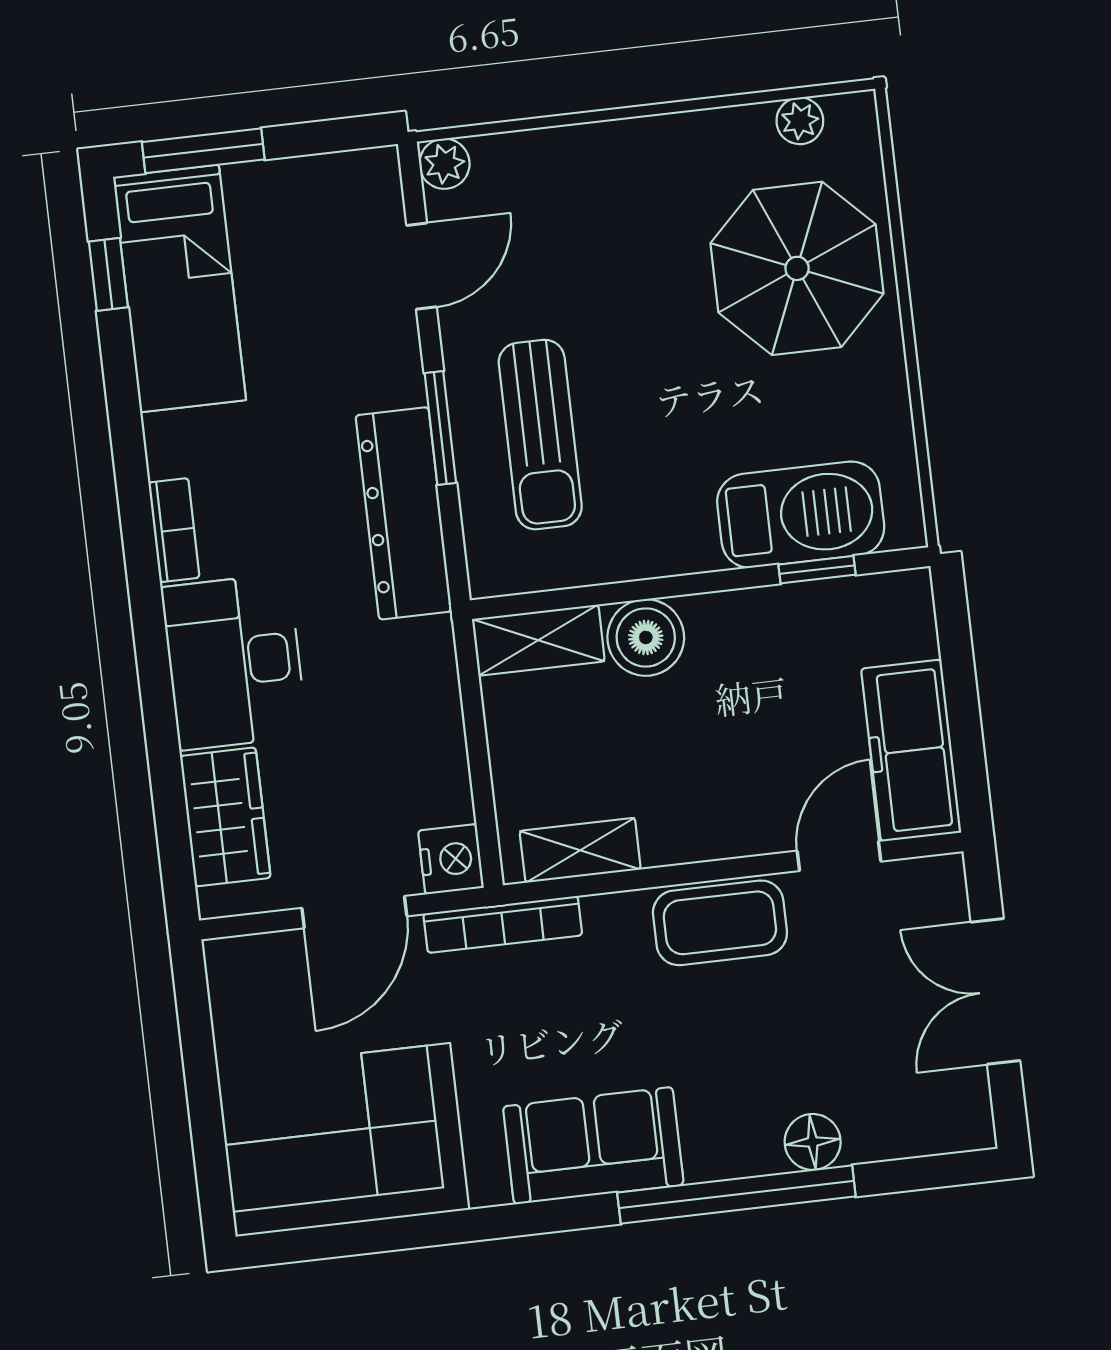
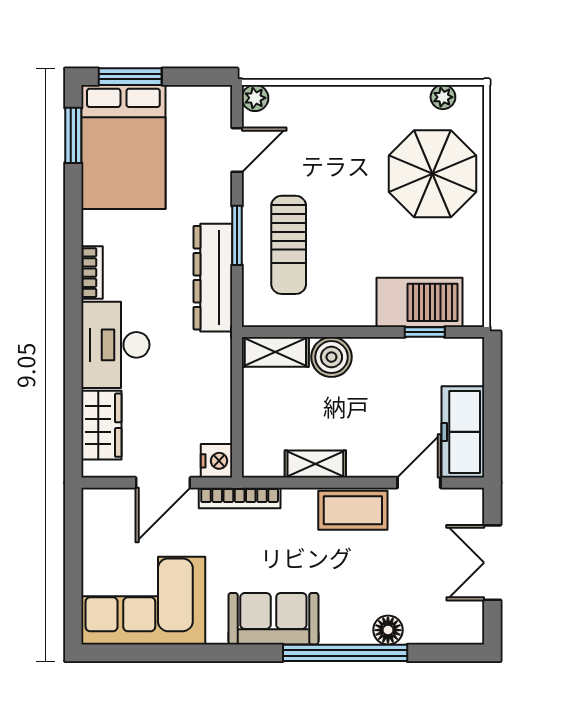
window: (108, 274) -> (73, 135), width x1.50
bed: (179, 288) -> (123, 147), width x1.50
shelving: (580, 850) -> (315, 464), moved

